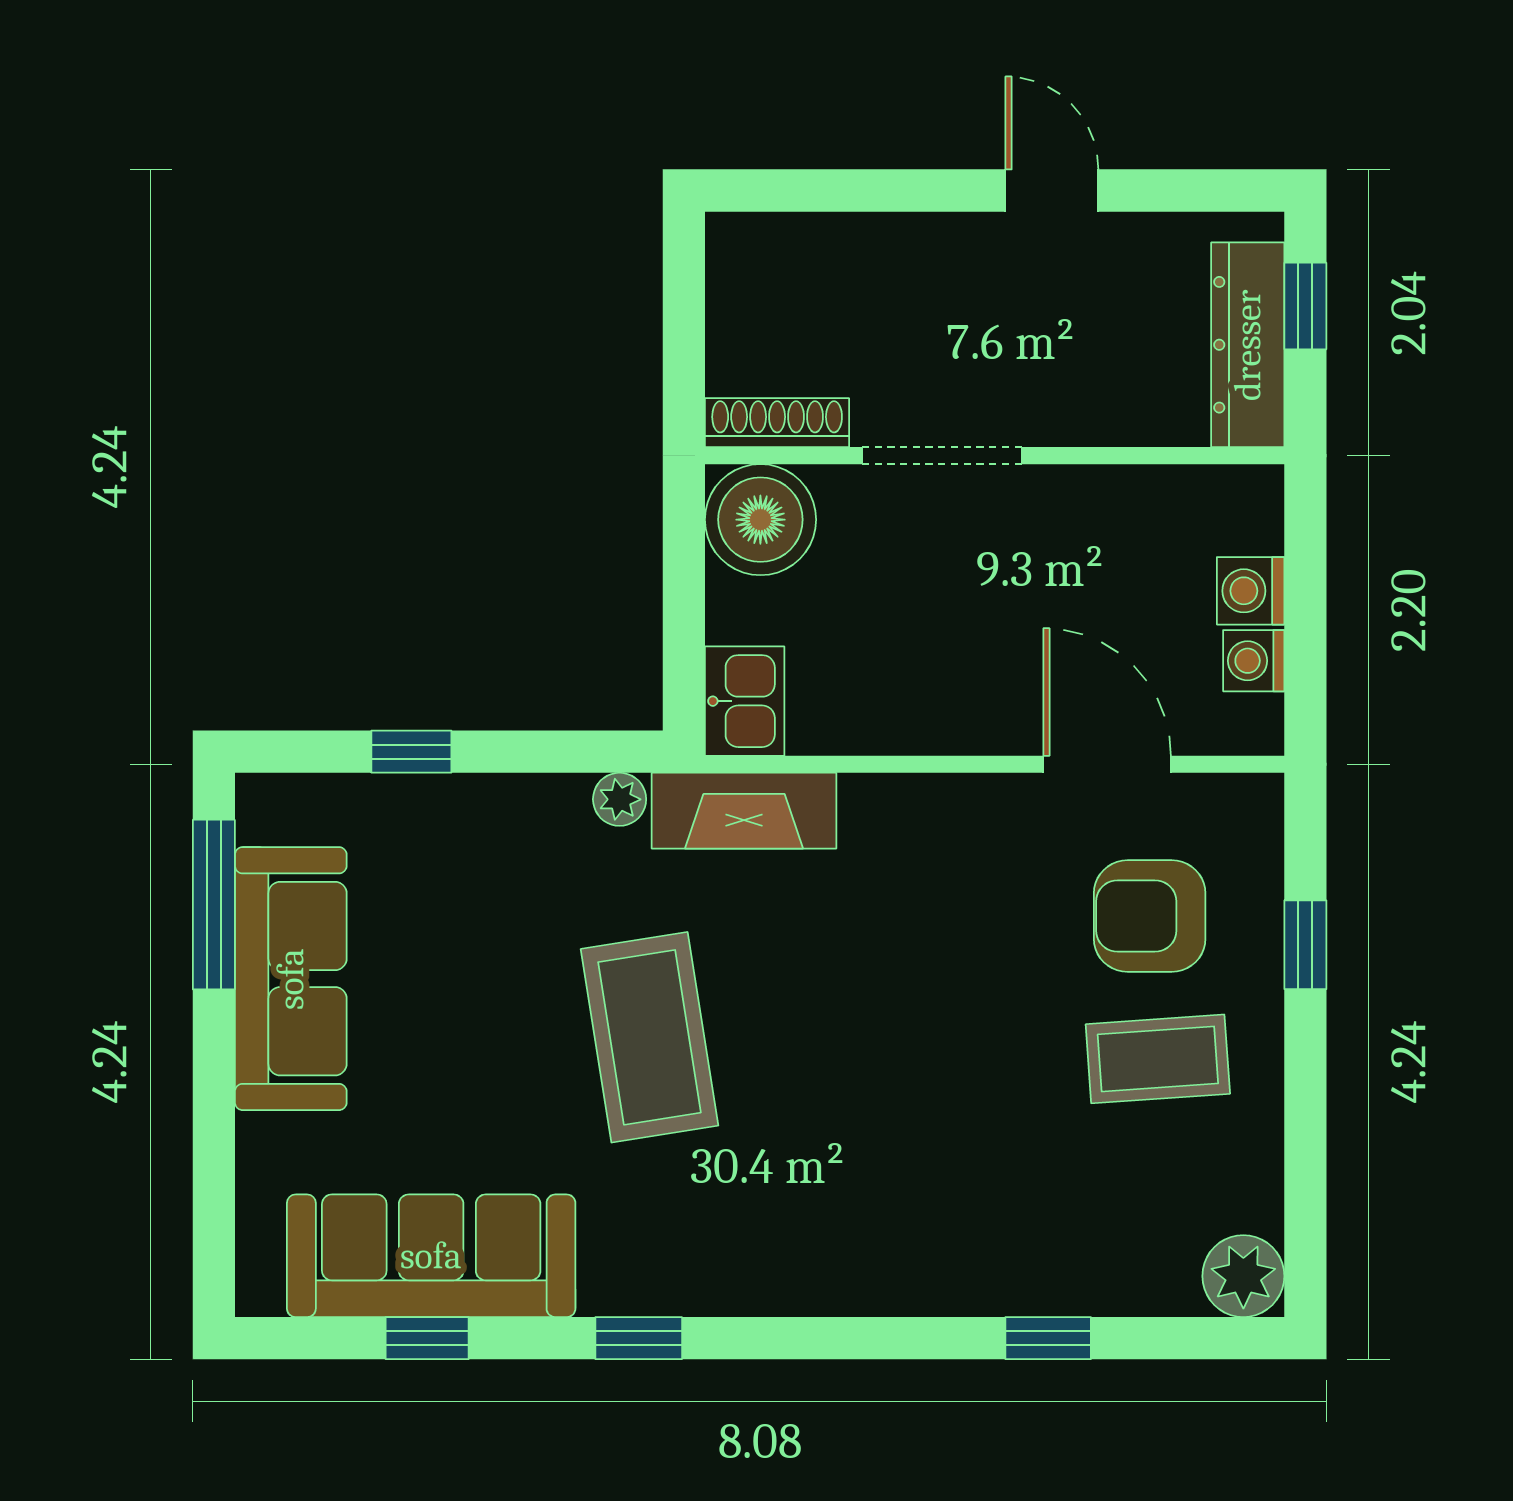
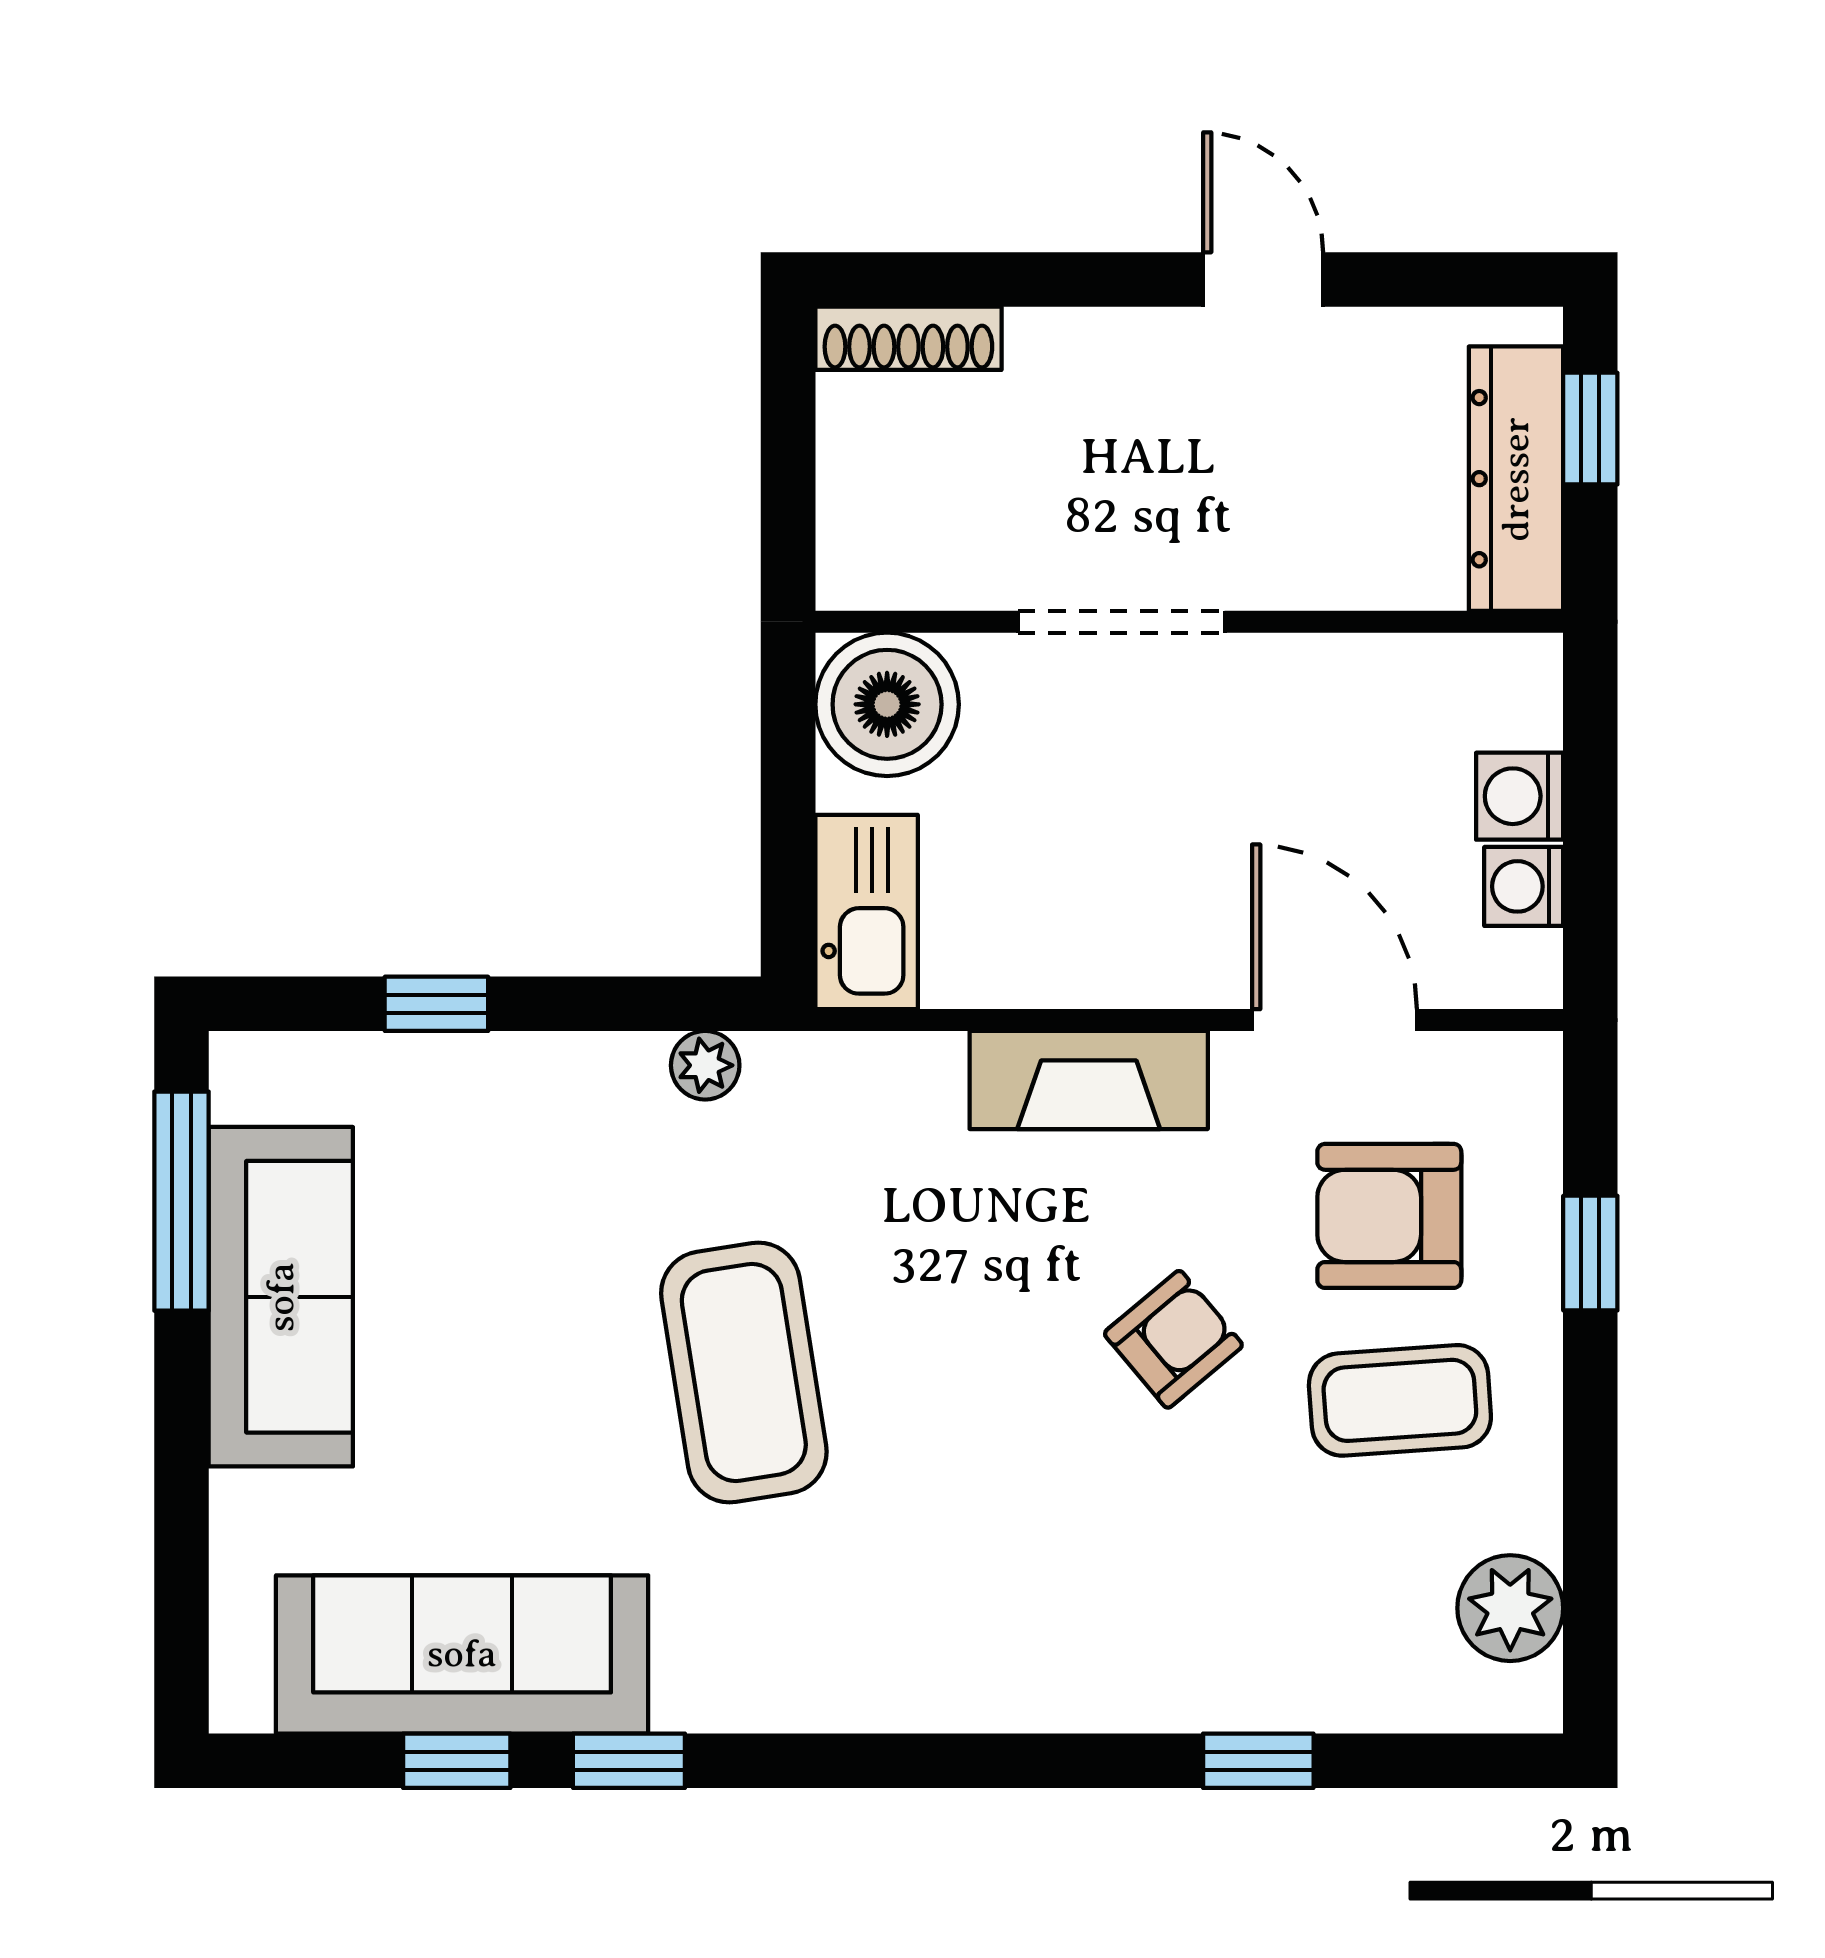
shoe rack: (777, 423) -> (908, 338), moved, turned 180
kitchen sink: (745, 701) -> (867, 912), width x1.38
fireplace: (744, 811) -> (1089, 1080), moved
armchair: (982, 1012) -> (1173, 1339), added
plant: (1243, 1276) -> (1510, 1608), moved
window: (639, 1338) -> (629, 1761), moved

